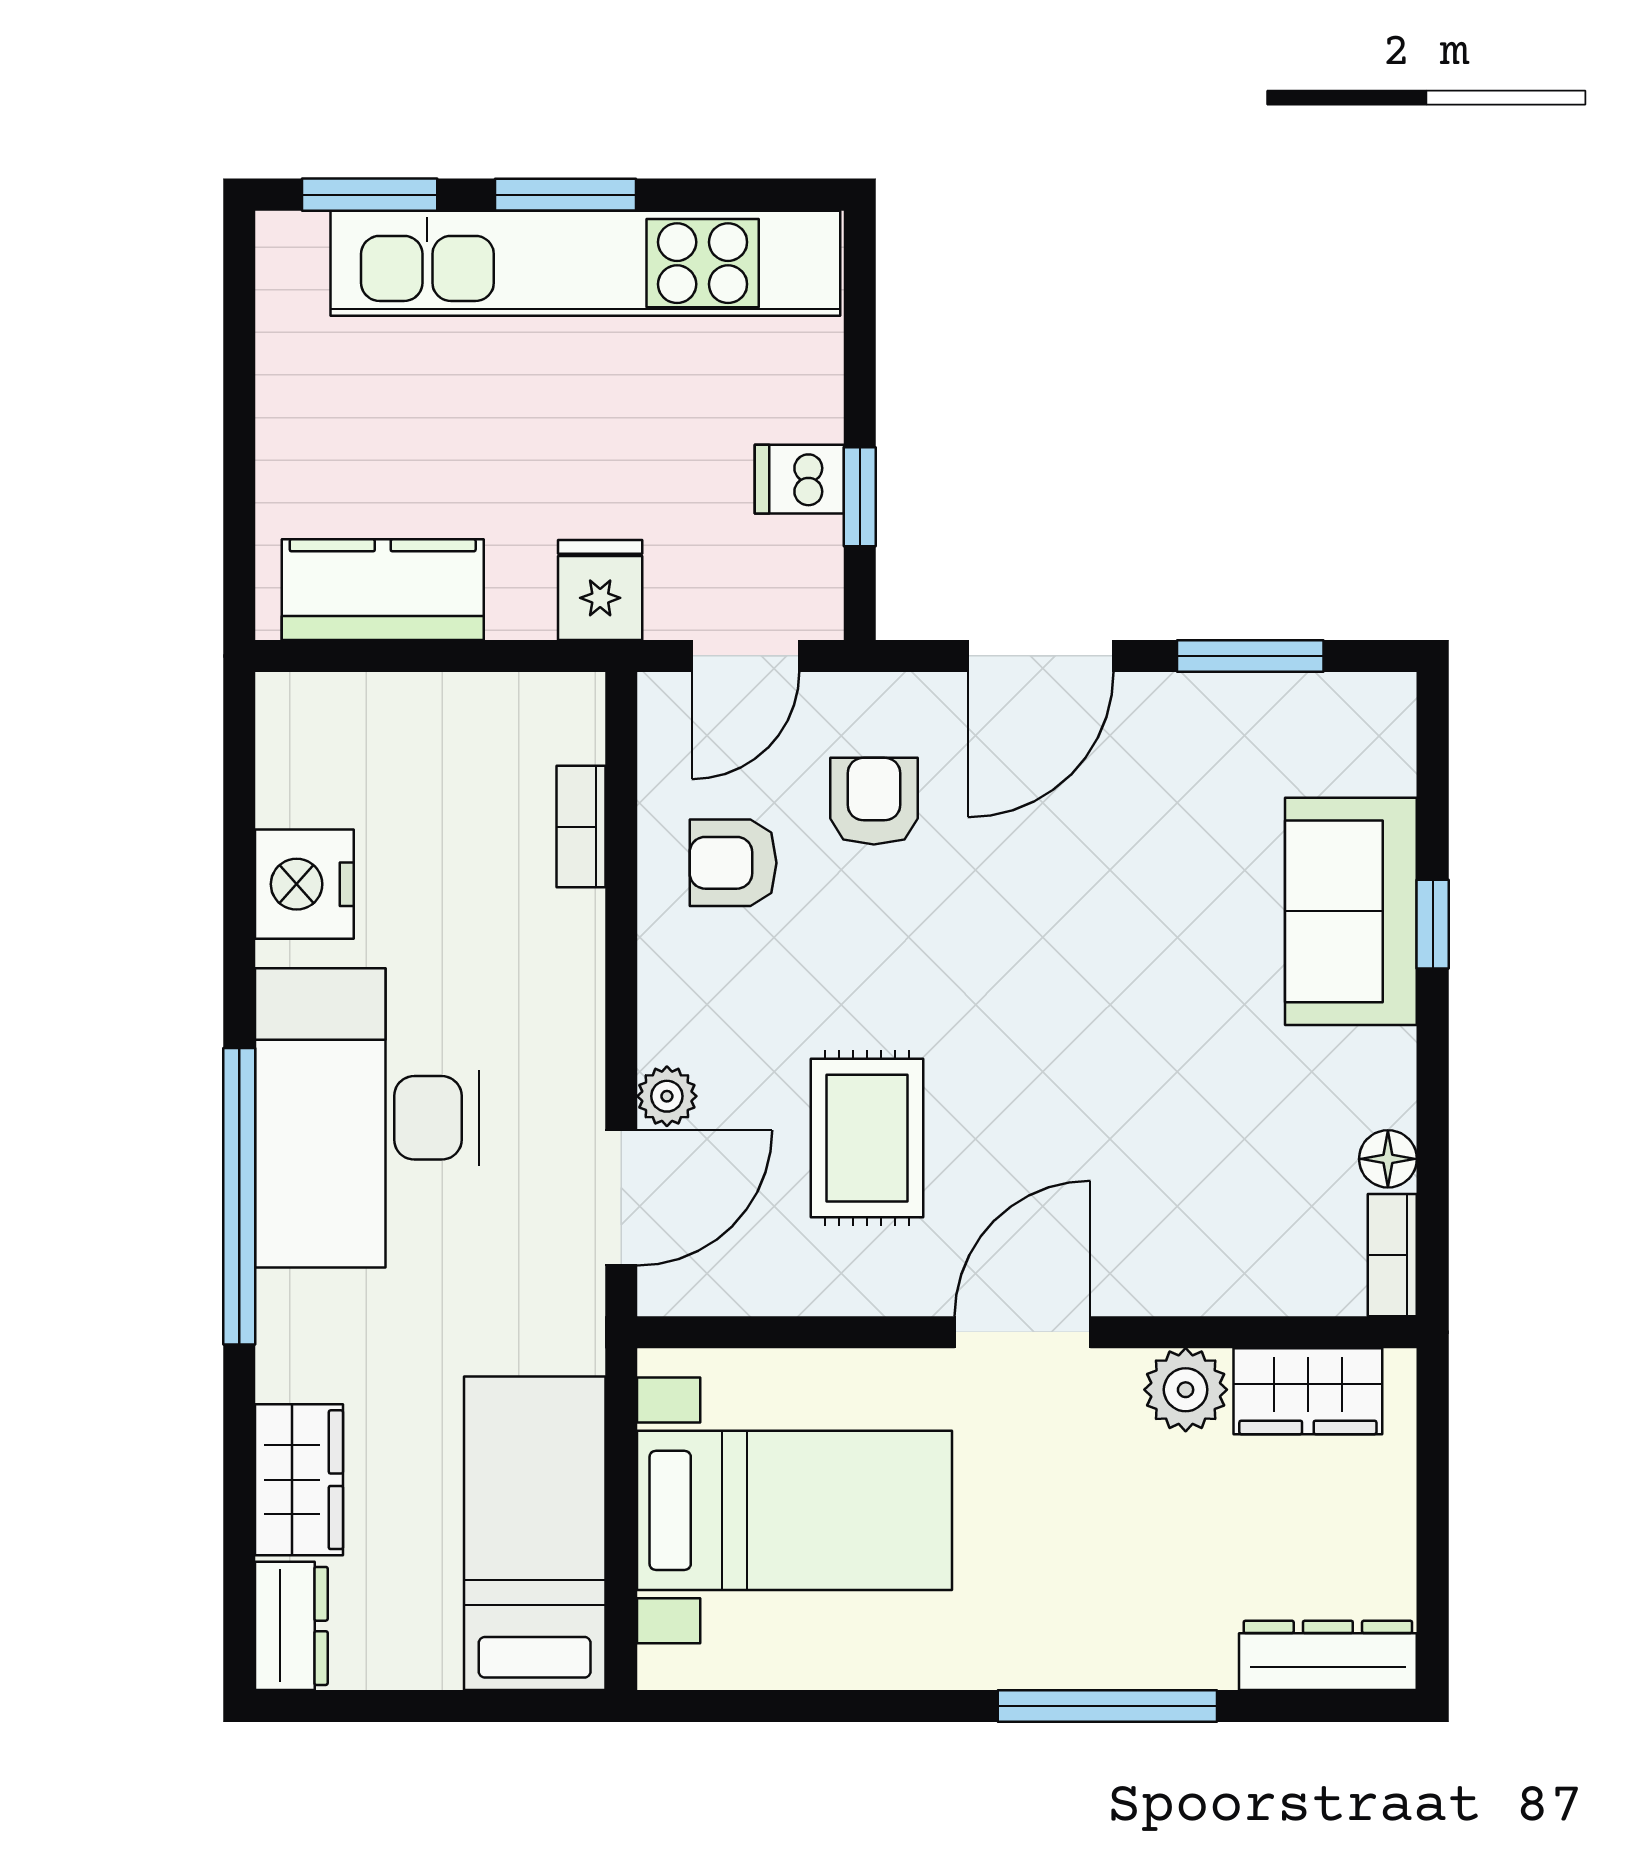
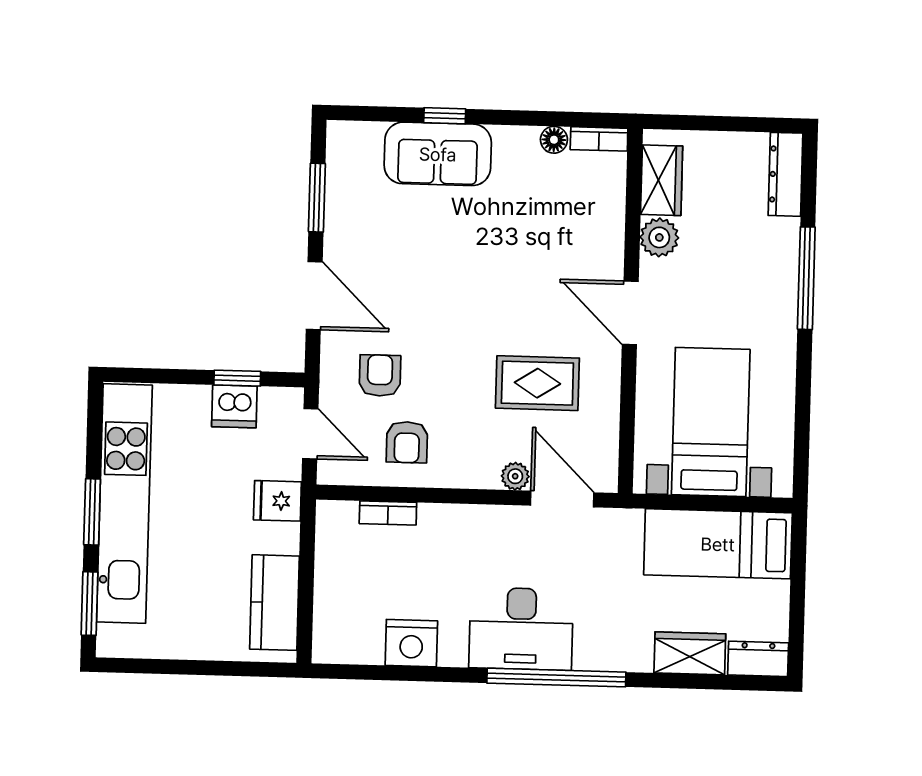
dishwasher: (799, 479) -> (234, 406), width x1.38
armchair: (874, 801) -> (380, 376), turned 90
desk: (367, 1118) -> (521, 629), width x0.73, depth x0.77

